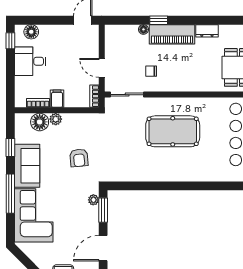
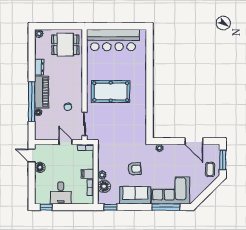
window: (159, 20) -> (32, 102), width x3.17
floor lamp: (31, 32) -> (40, 167), moved
door: (102, 68) -> (65, 142), swing flipped
pool table: (173, 131) -> (111, 92), turned 90
window: (10, 148) -> (110, 207), moved
armchair: (79, 158) -> (135, 169), moved
window: (10, 194) -> (166, 207), moved
window: (103, 210) -> (167, 141), removed

